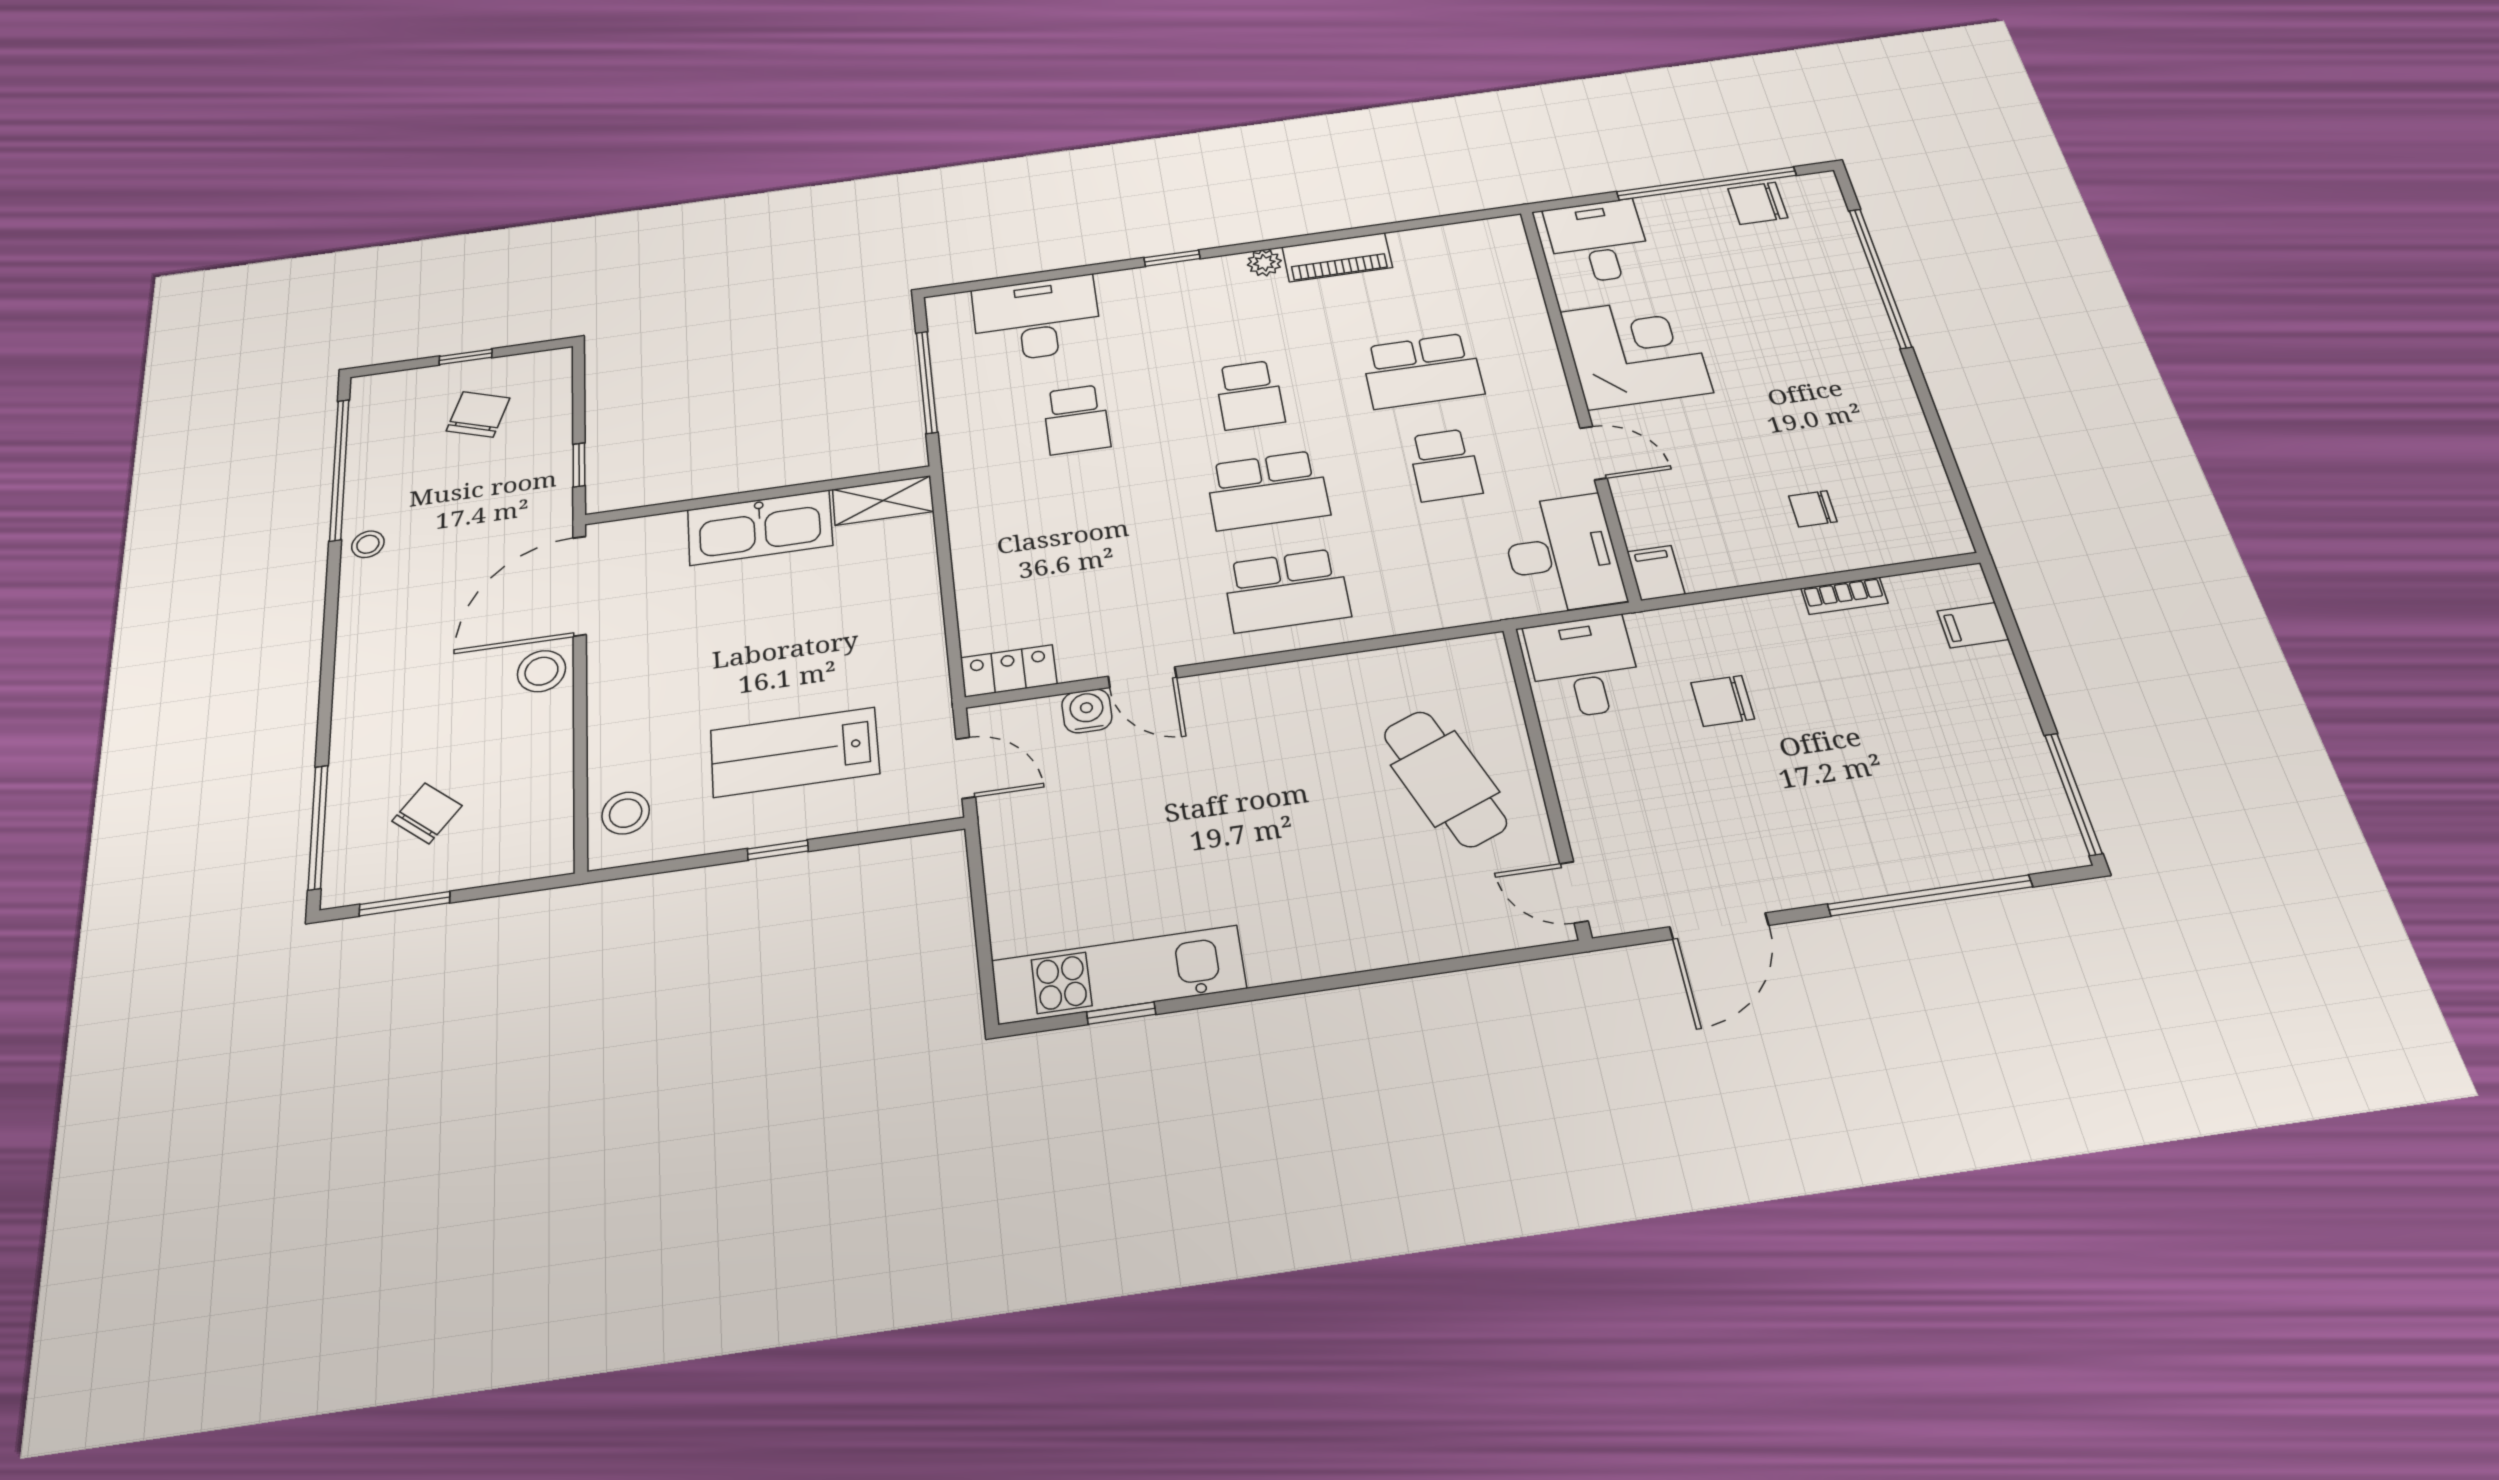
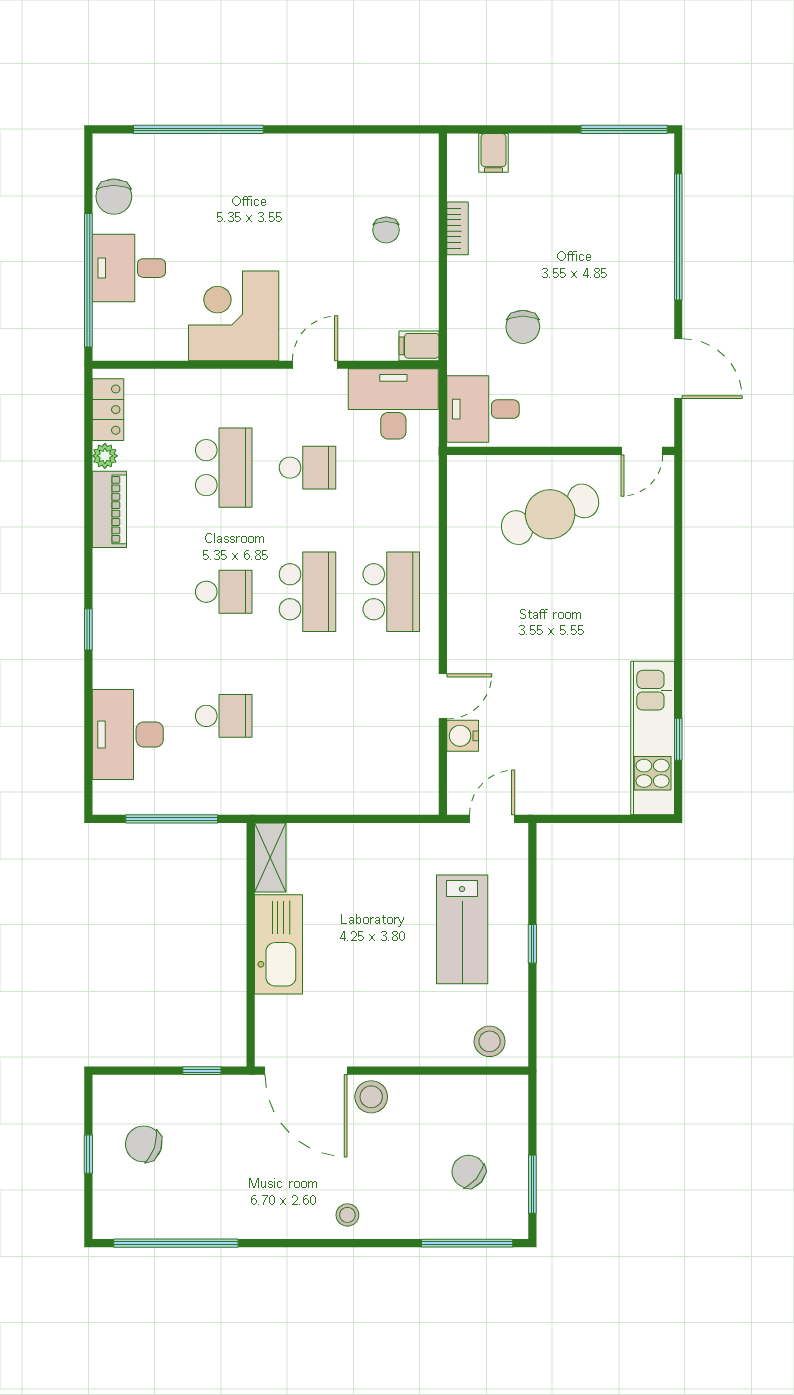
window: (1706, 184) -> (88, 280), moved
desk: (1598, 241) -> (129, 268), moved
plant: (1264, 263) -> (105, 456), moved
stool: (368, 544) -> (347, 1215), moved
locker: (1009, 671) -> (108, 410), moved, turned 180

